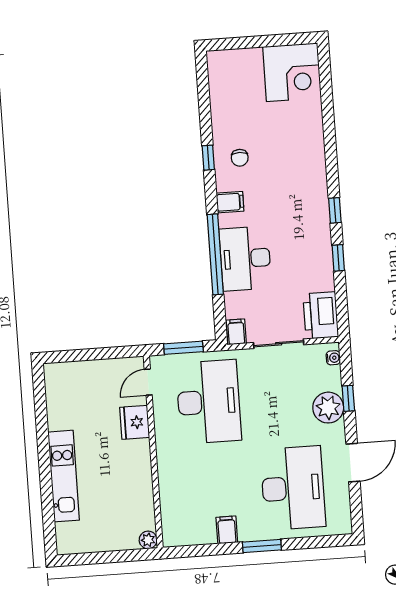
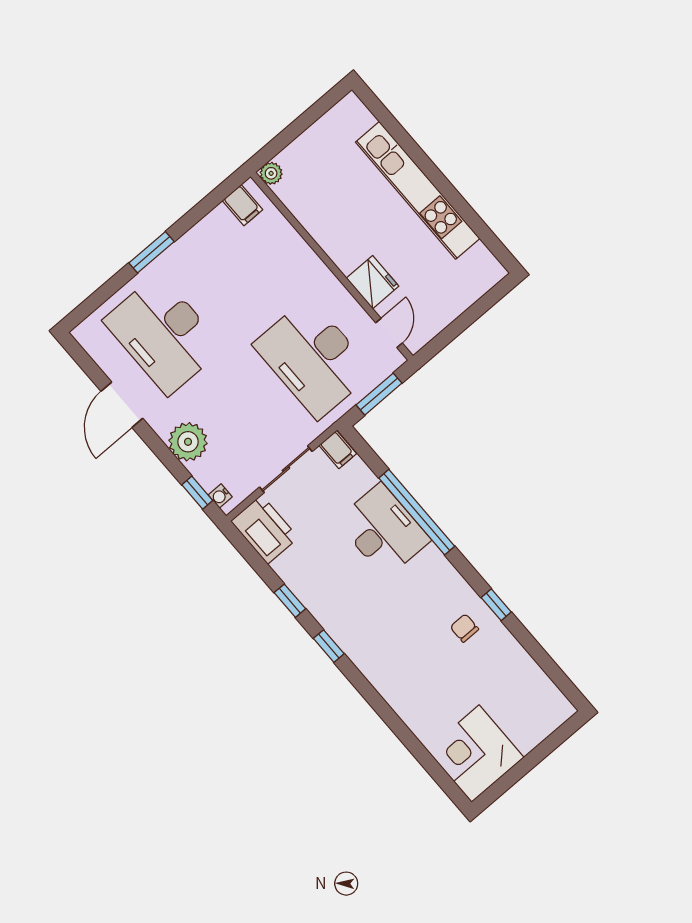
filing cabinet: (230, 202) -> (441, 576), removed
window: (348, 398) -> (197, 493), moved
kitchen unit: (64, 476) -> (418, 190), width x1.36
filing cabinet: (227, 530) -> (243, 205), moved

